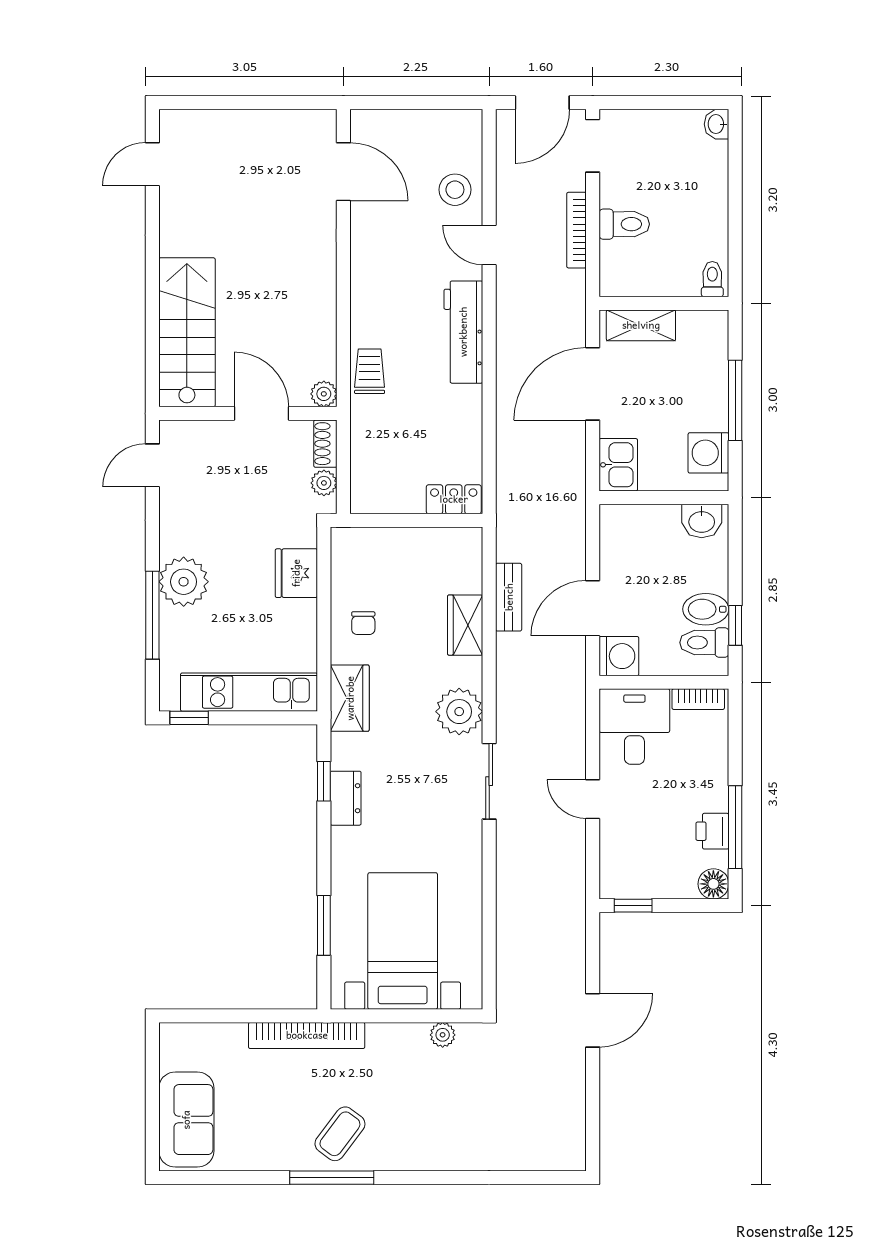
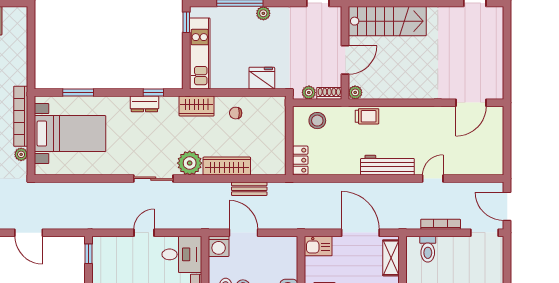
stool: (455, 190) -> (317, 121), moved
toilet: (624, 224) -> (428, 249), moved
plant: (184, 582) -> (263, 13), width x0.53, depth x0.53
wardrobe: (465, 625) -> (227, 166), width x1.50
bookcase: (307, 1035) -> (21, 116), moved

